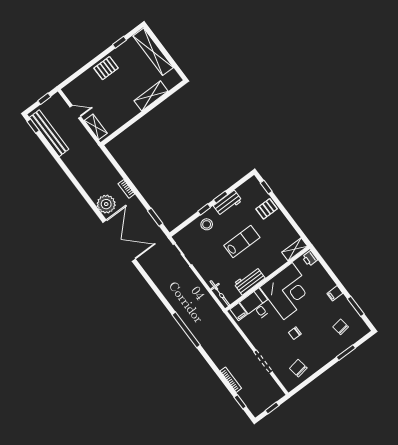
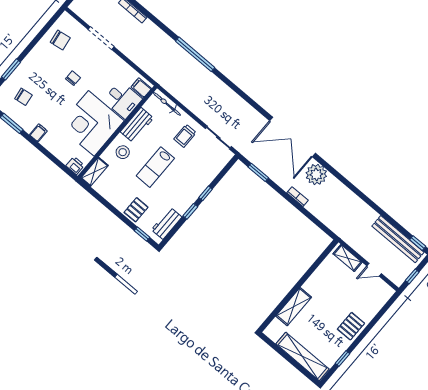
workbench: (228, 203) -> (167, 223), moved
stool: (207, 224) -> (123, 152), moved
trolley: (211, 262) -> (185, 136), added

